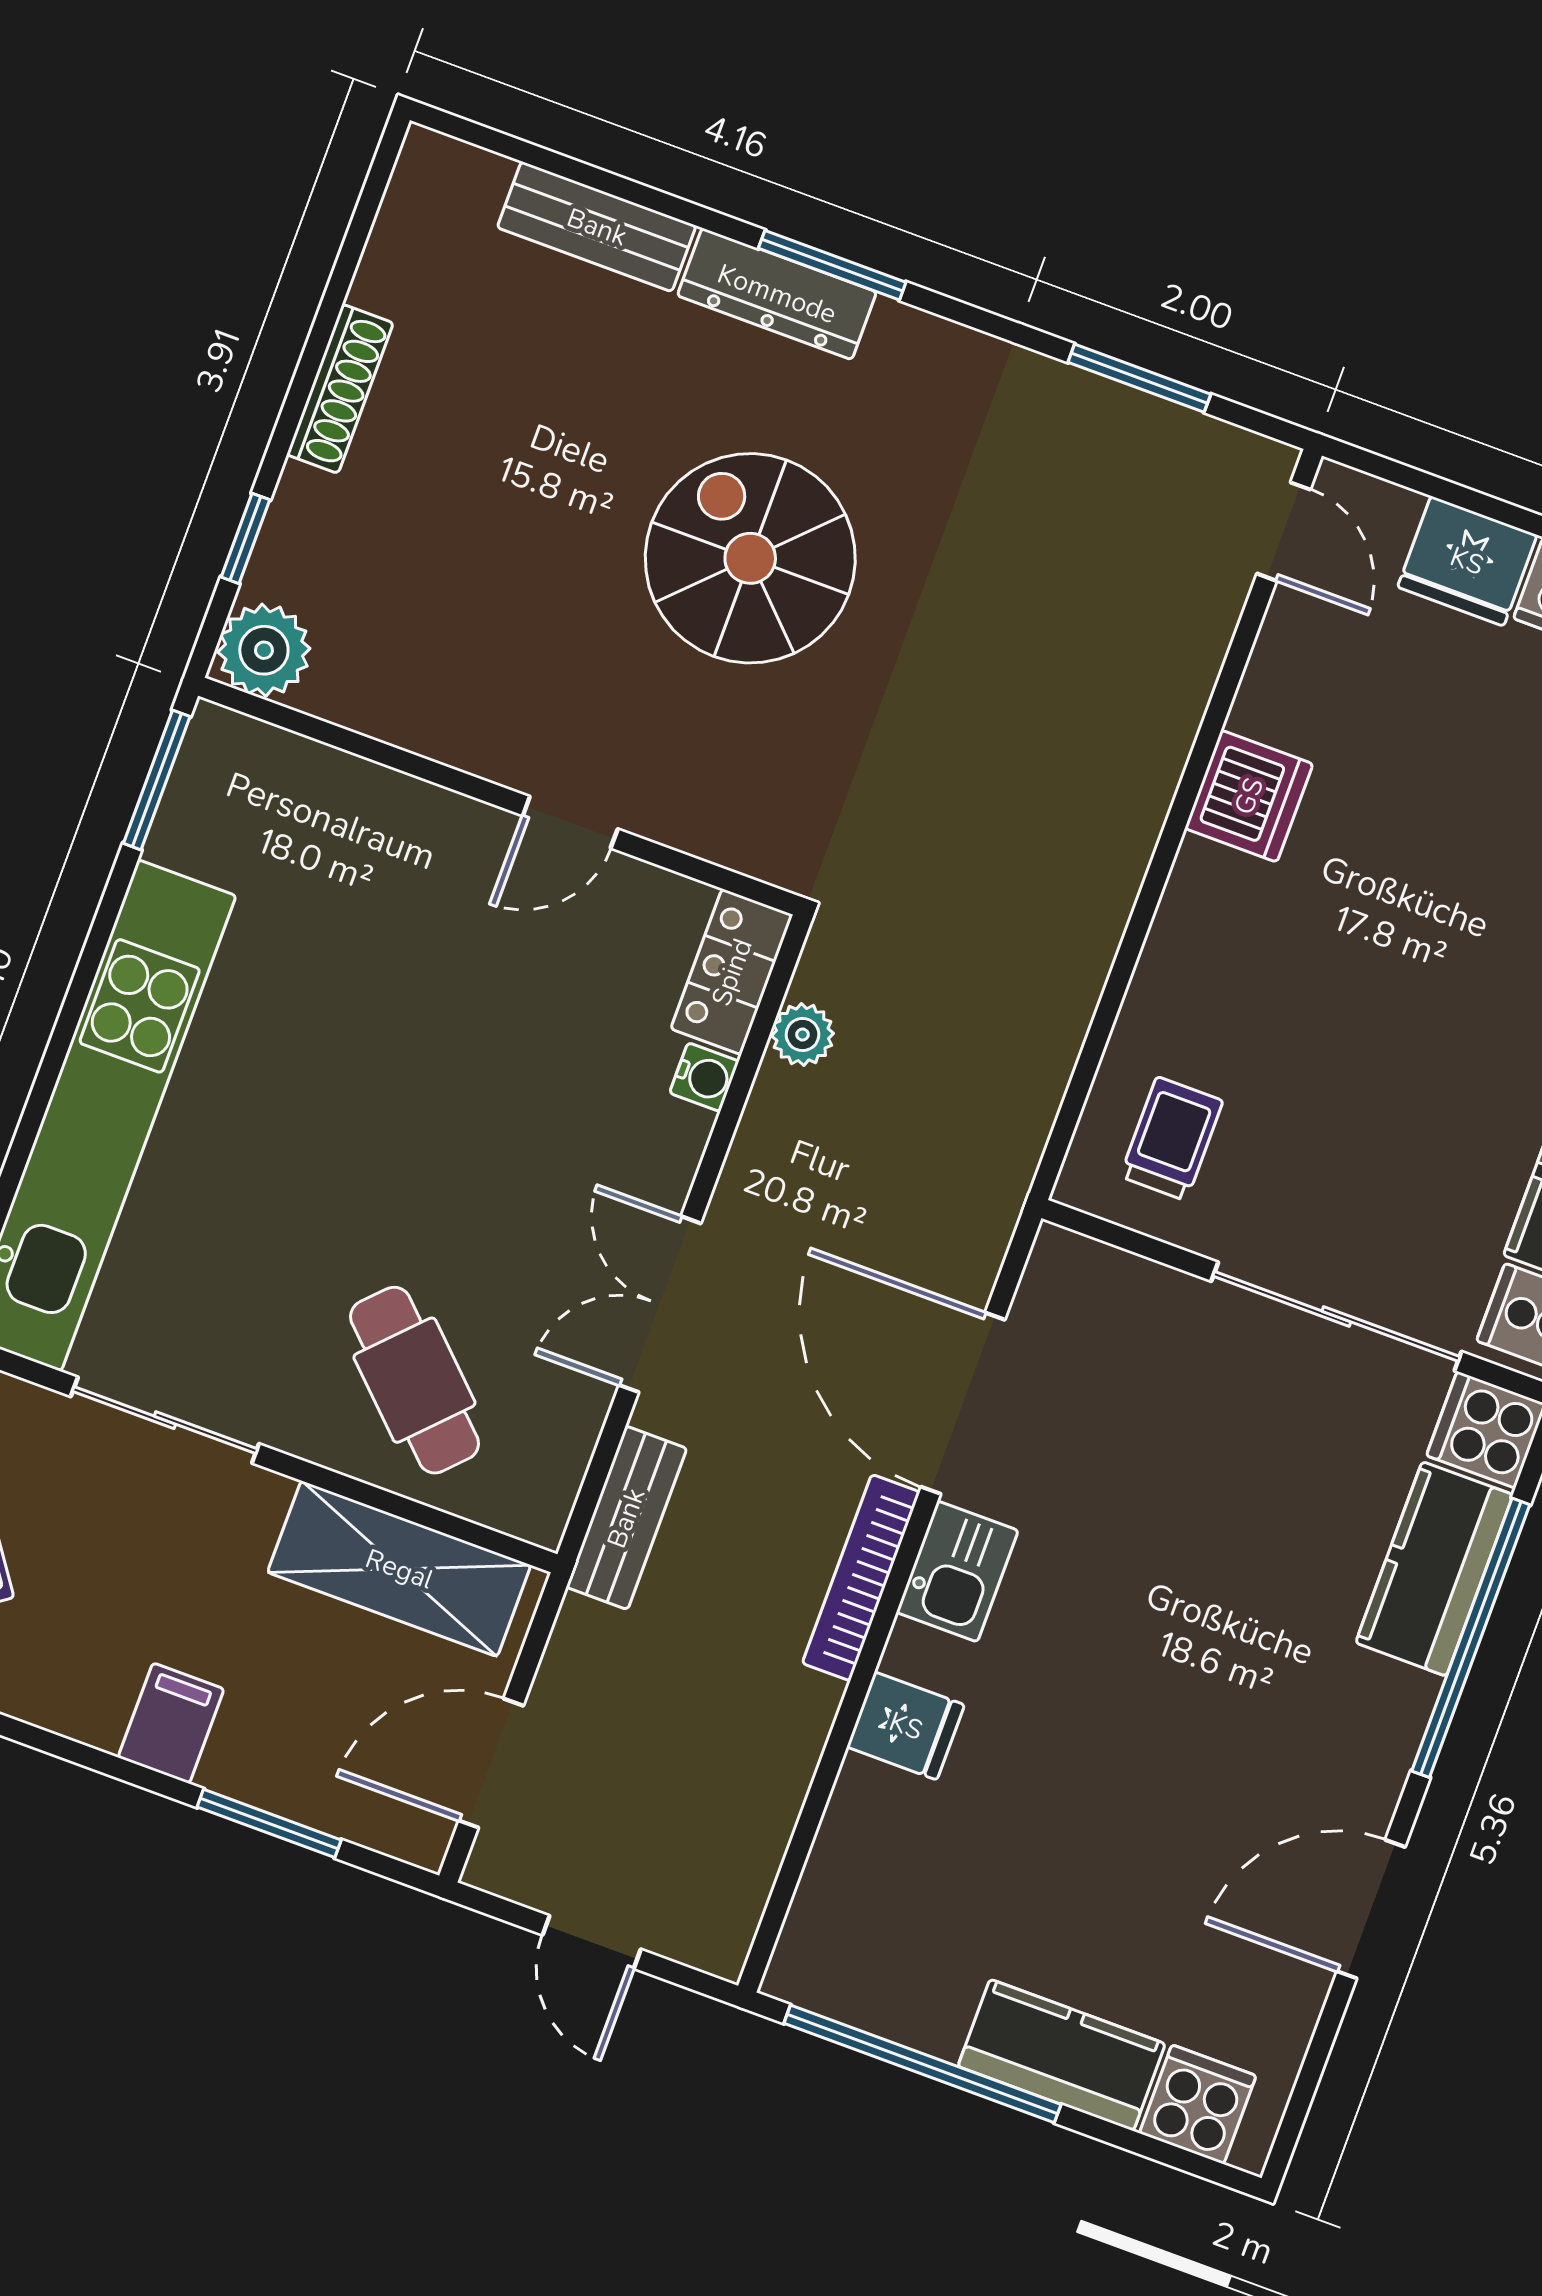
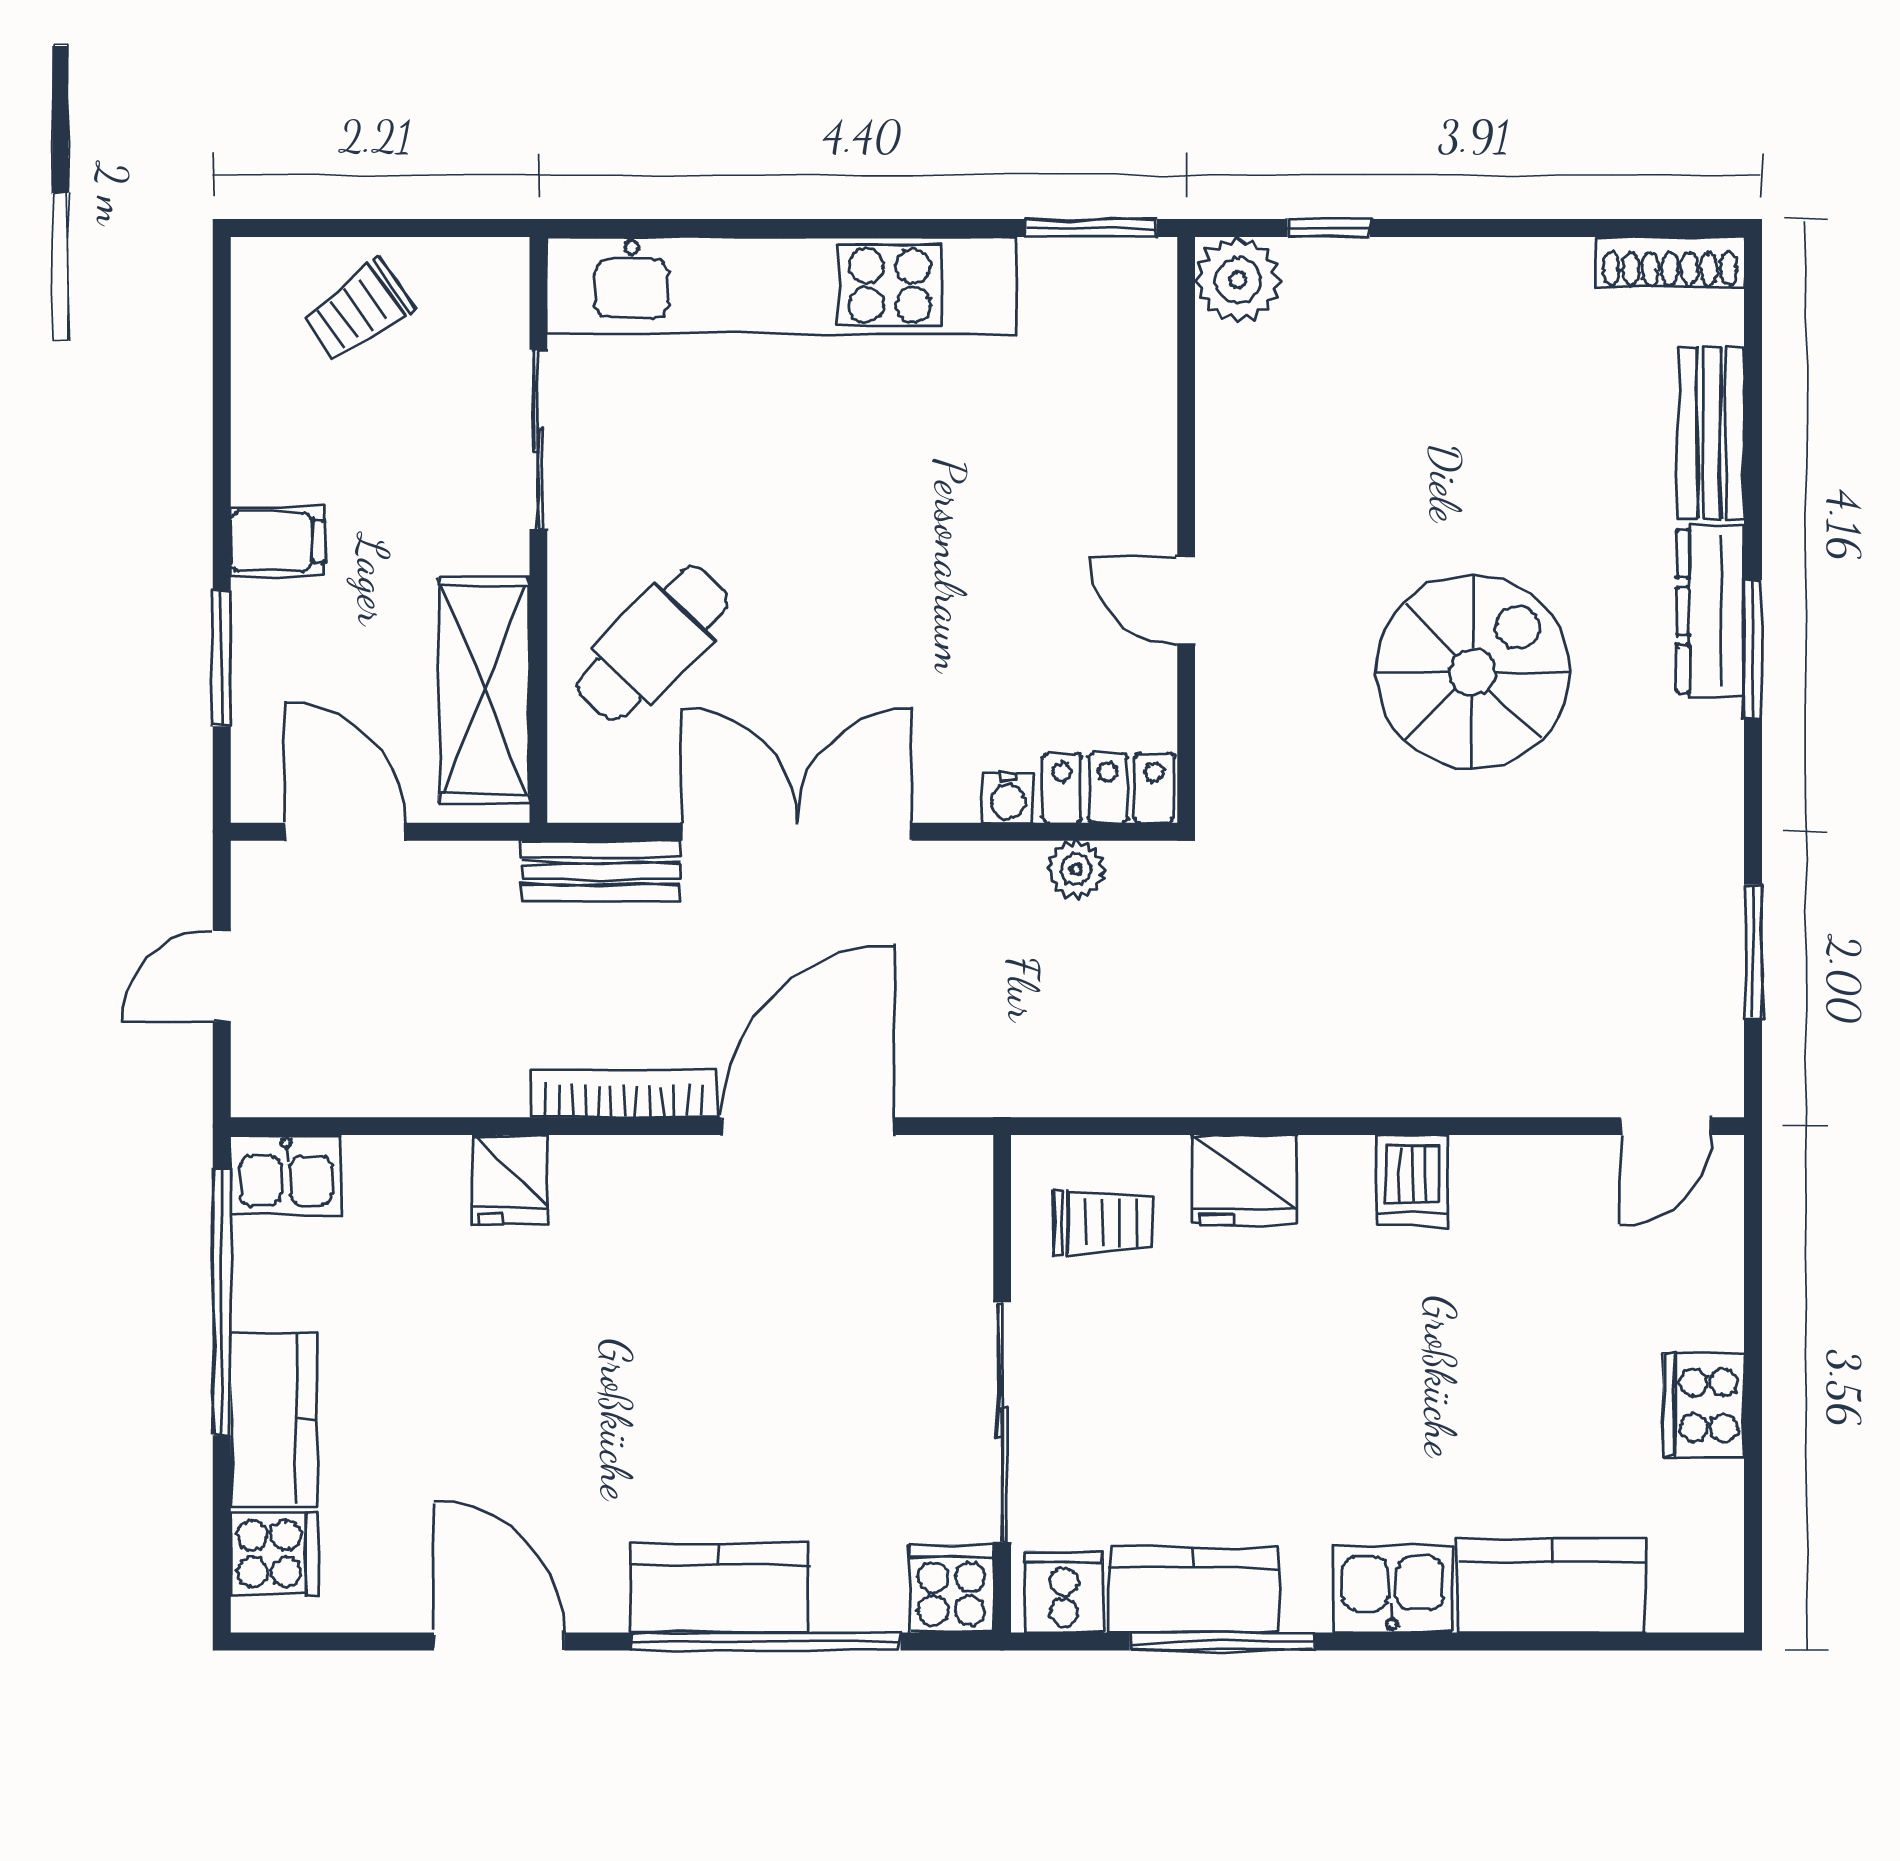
shoe rack: (340, 389) -> (1670, 262), moved
fridge: (1467, 561) -> (1244, 1180), moved, turned -90
dishwasher: (1249, 796) -> (1412, 1180), width x0.73
double door: (660, 1304) -> (797, 832), width x1.37
kitchen counter: (1434, 1569) -> (719, 1588), moved
kitchen sink: (957, 1571) -> (286, 1175), moved

